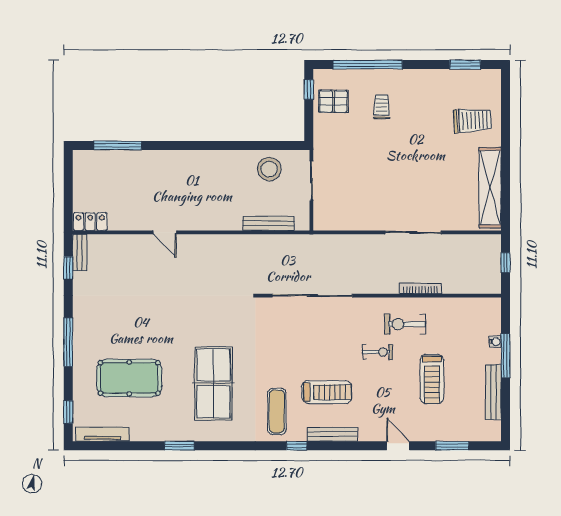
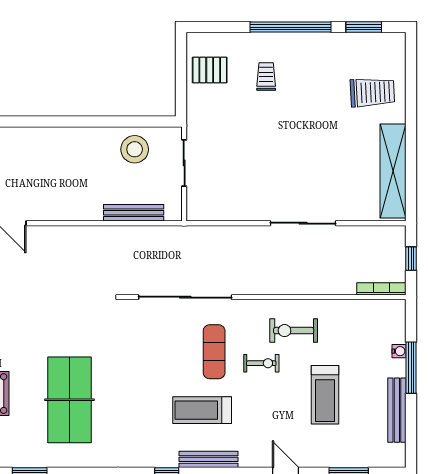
window: (368, 65) -> (291, 27), moved
window: (309, 90) -> (181, 56), removed
bookcase: (421, 288) -> (381, 289), moved
treadmill: (327, 392) -> (202, 410), turned 180
exercise mat: (277, 411) -> (214, 352), moved

